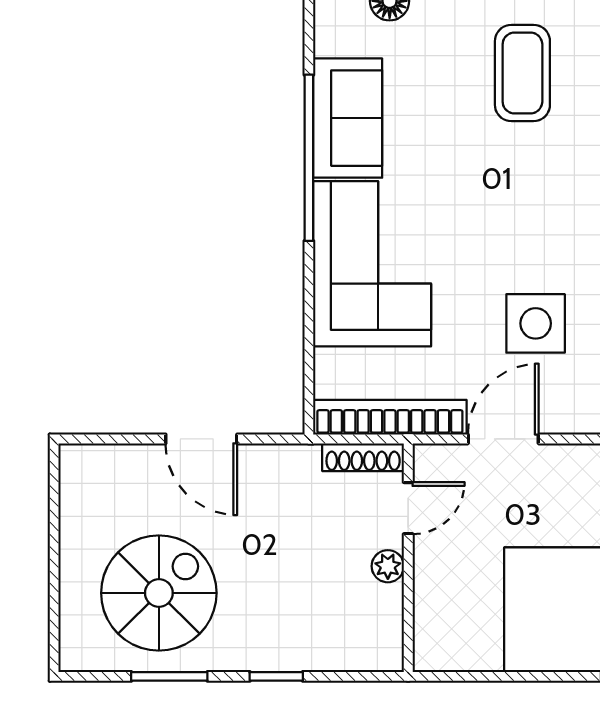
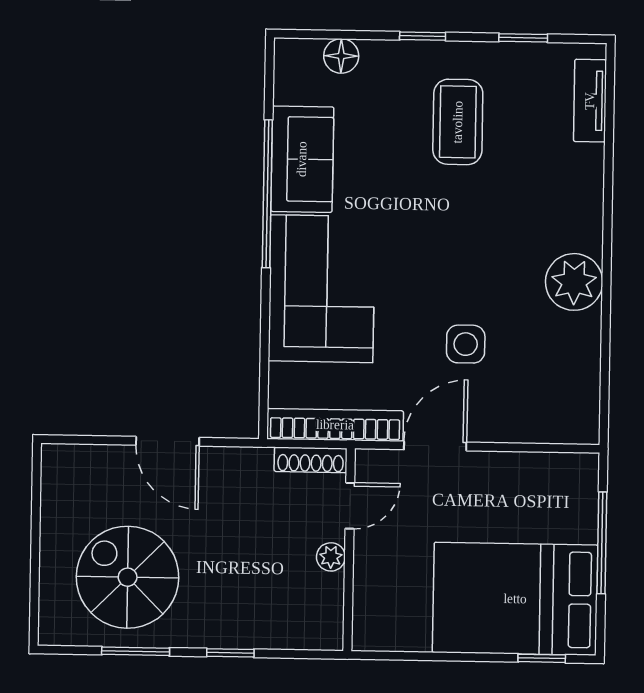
side table: (536, 323) -> (466, 344), width x0.73, depth x0.73
spiral stairs: (159, 593) -> (128, 577), turned -90

